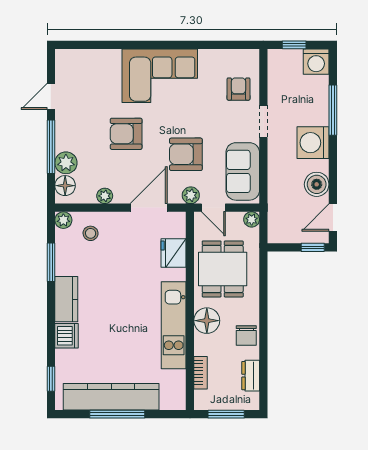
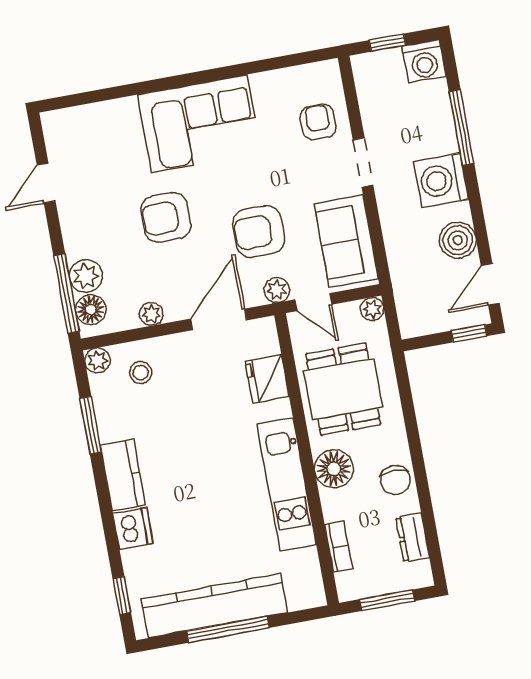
window: (51, 147) -> (66, 293), moved

